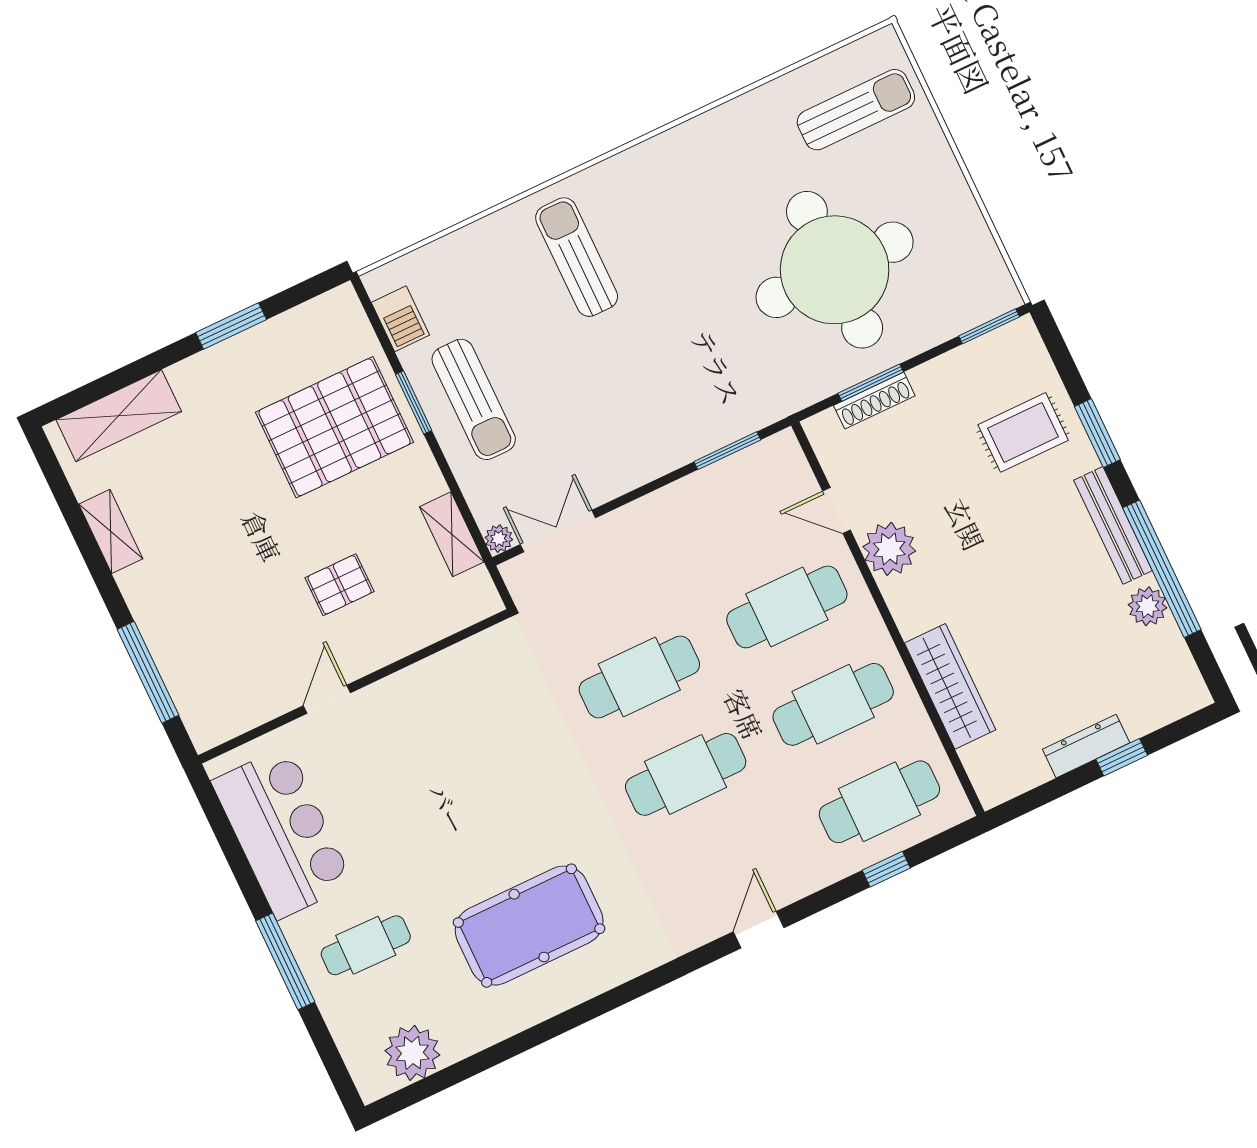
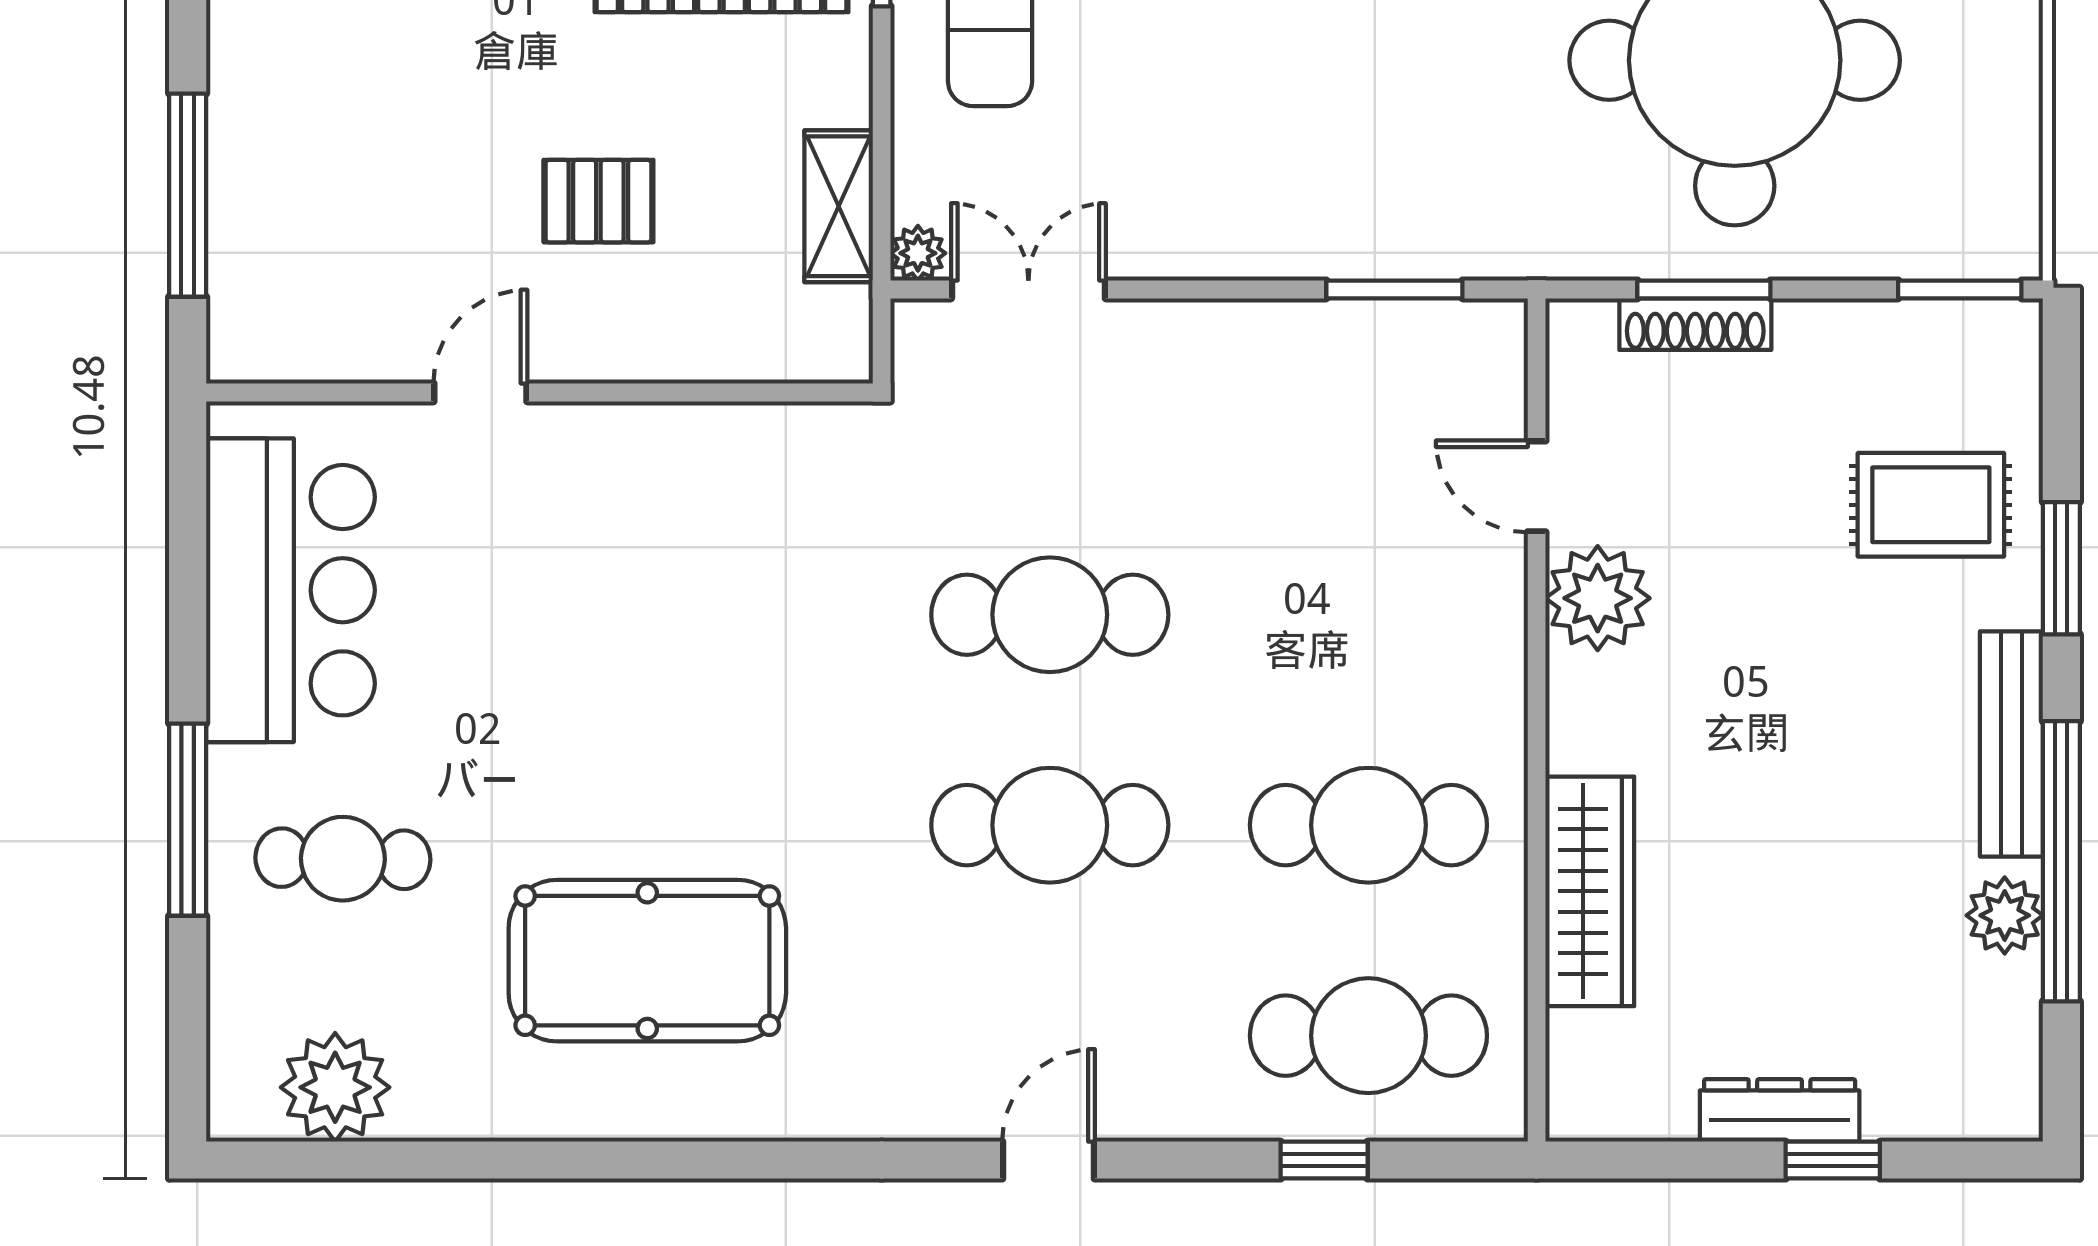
cafe table: (787, 607) -> (1368, 615), removed

